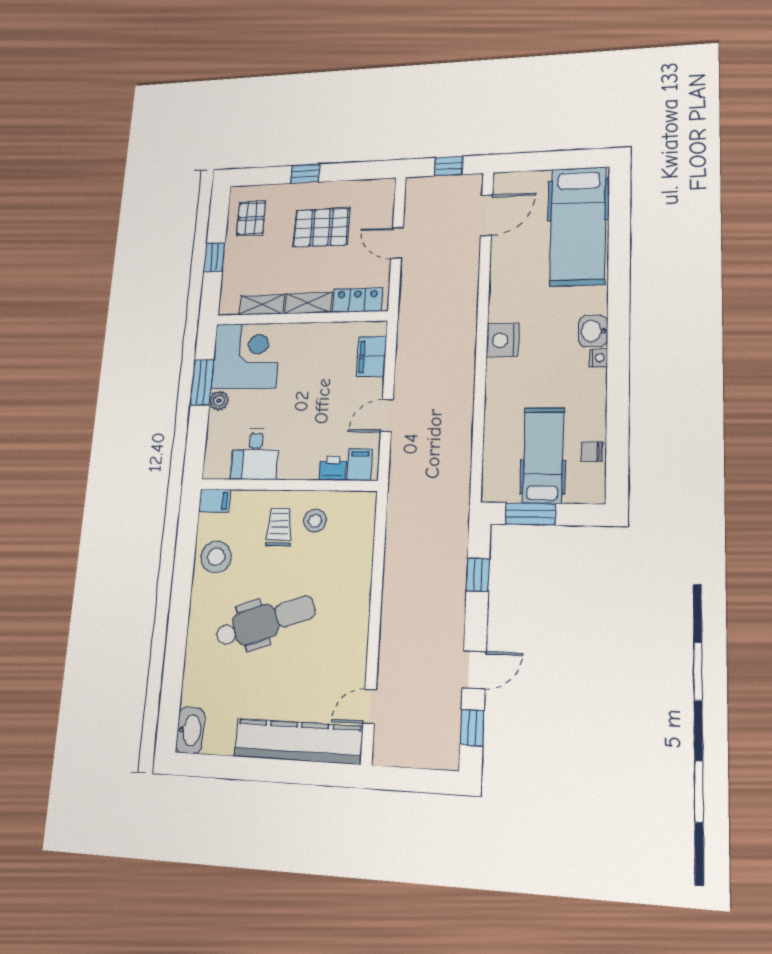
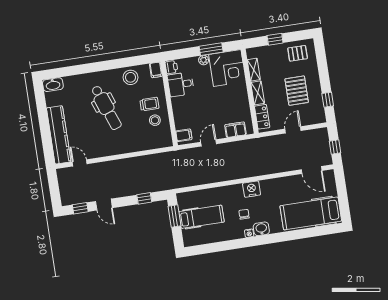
window: (305, 174) -> (328, 100), moved
door: (387, 416) -> (209, 143), hinge flipped
chair: (592, 452) -> (244, 214), moved
printer: (333, 468) -> (171, 67), moved

